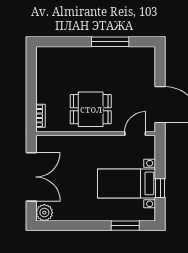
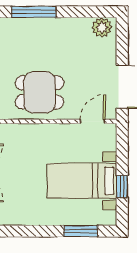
window: (110, 42) -> (34, 12), moved
plant: (143, 55) -> (102, 27), added

